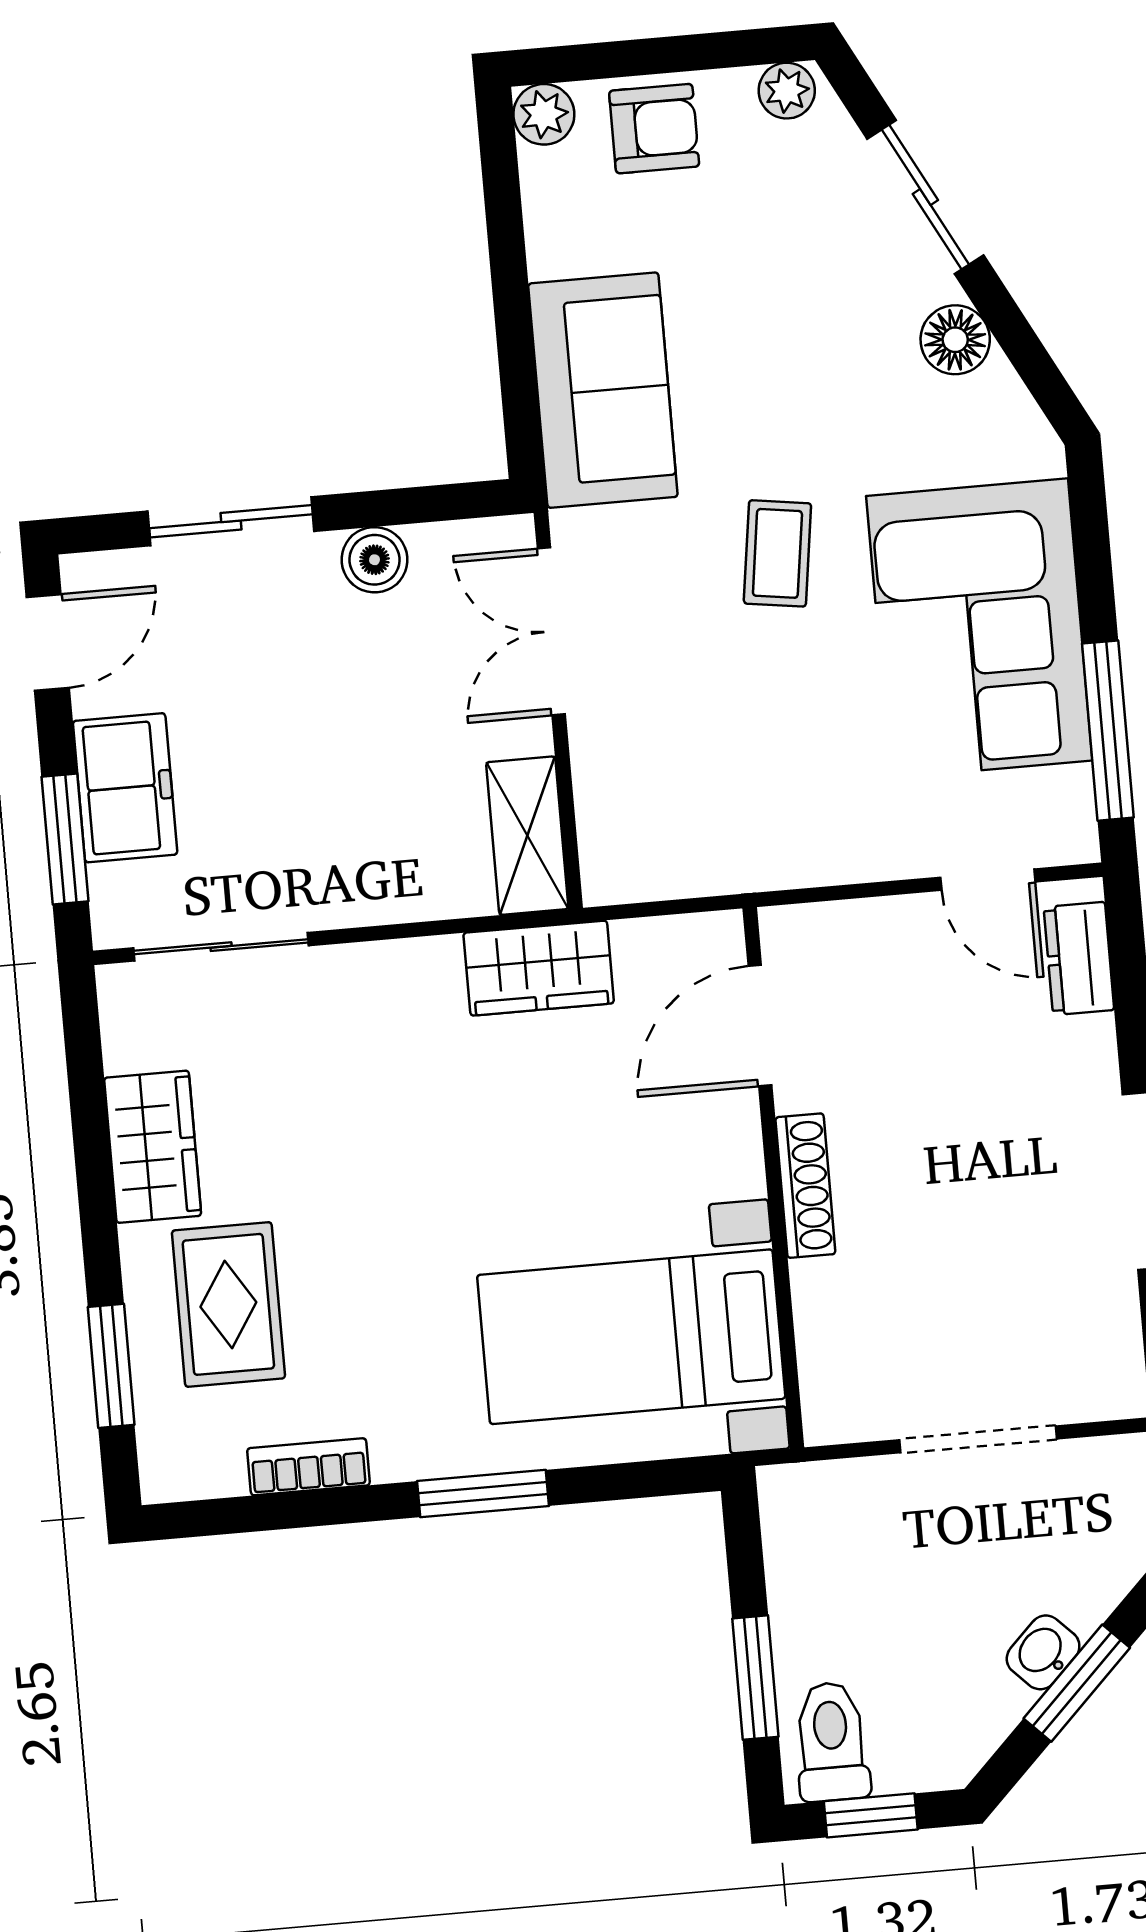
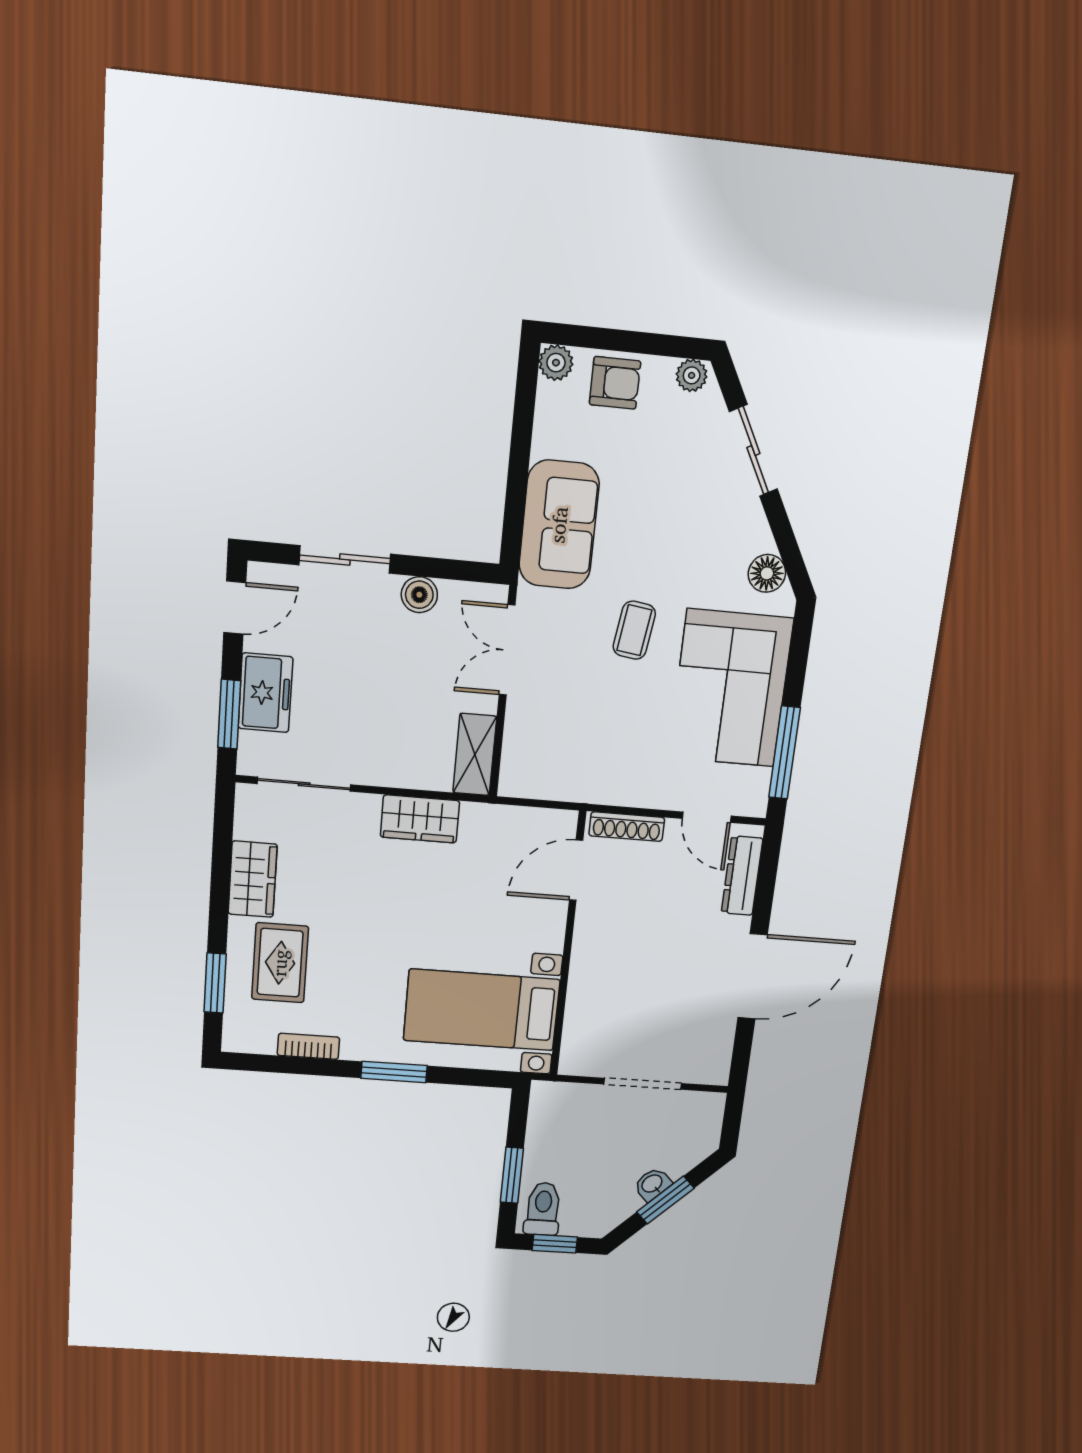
floor lamp: (955, 340) -> (767, 573), moved
dresser: (1079, 958) -> (742, 876), width x1.44
wardrobe: (539, 968) -> (420, 819), moved
shoe rack: (805, 1186) -> (627, 827), moved, turned 90

